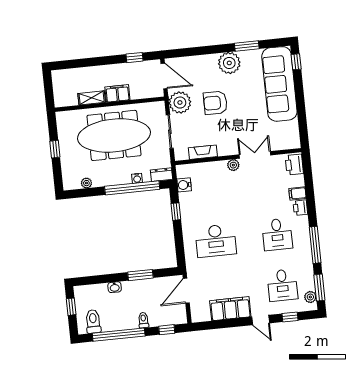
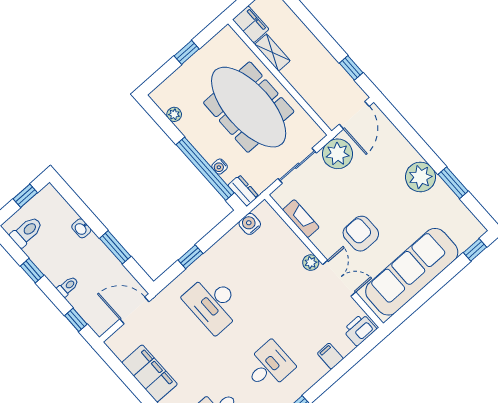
sofa: (279, 84) -> (412, 272), moved
filing cabinet: (117, 93) -> (251, 24), moved
armchair: (215, 103) -> (361, 234), moved
printer: (300, 208) -> (317, 371), removed
window: (176, 212) -> (190, 257), moved
desk: (277, 234) -> (269, 366), turned 180
window: (119, 335) -> (32, 271), width x0.32

